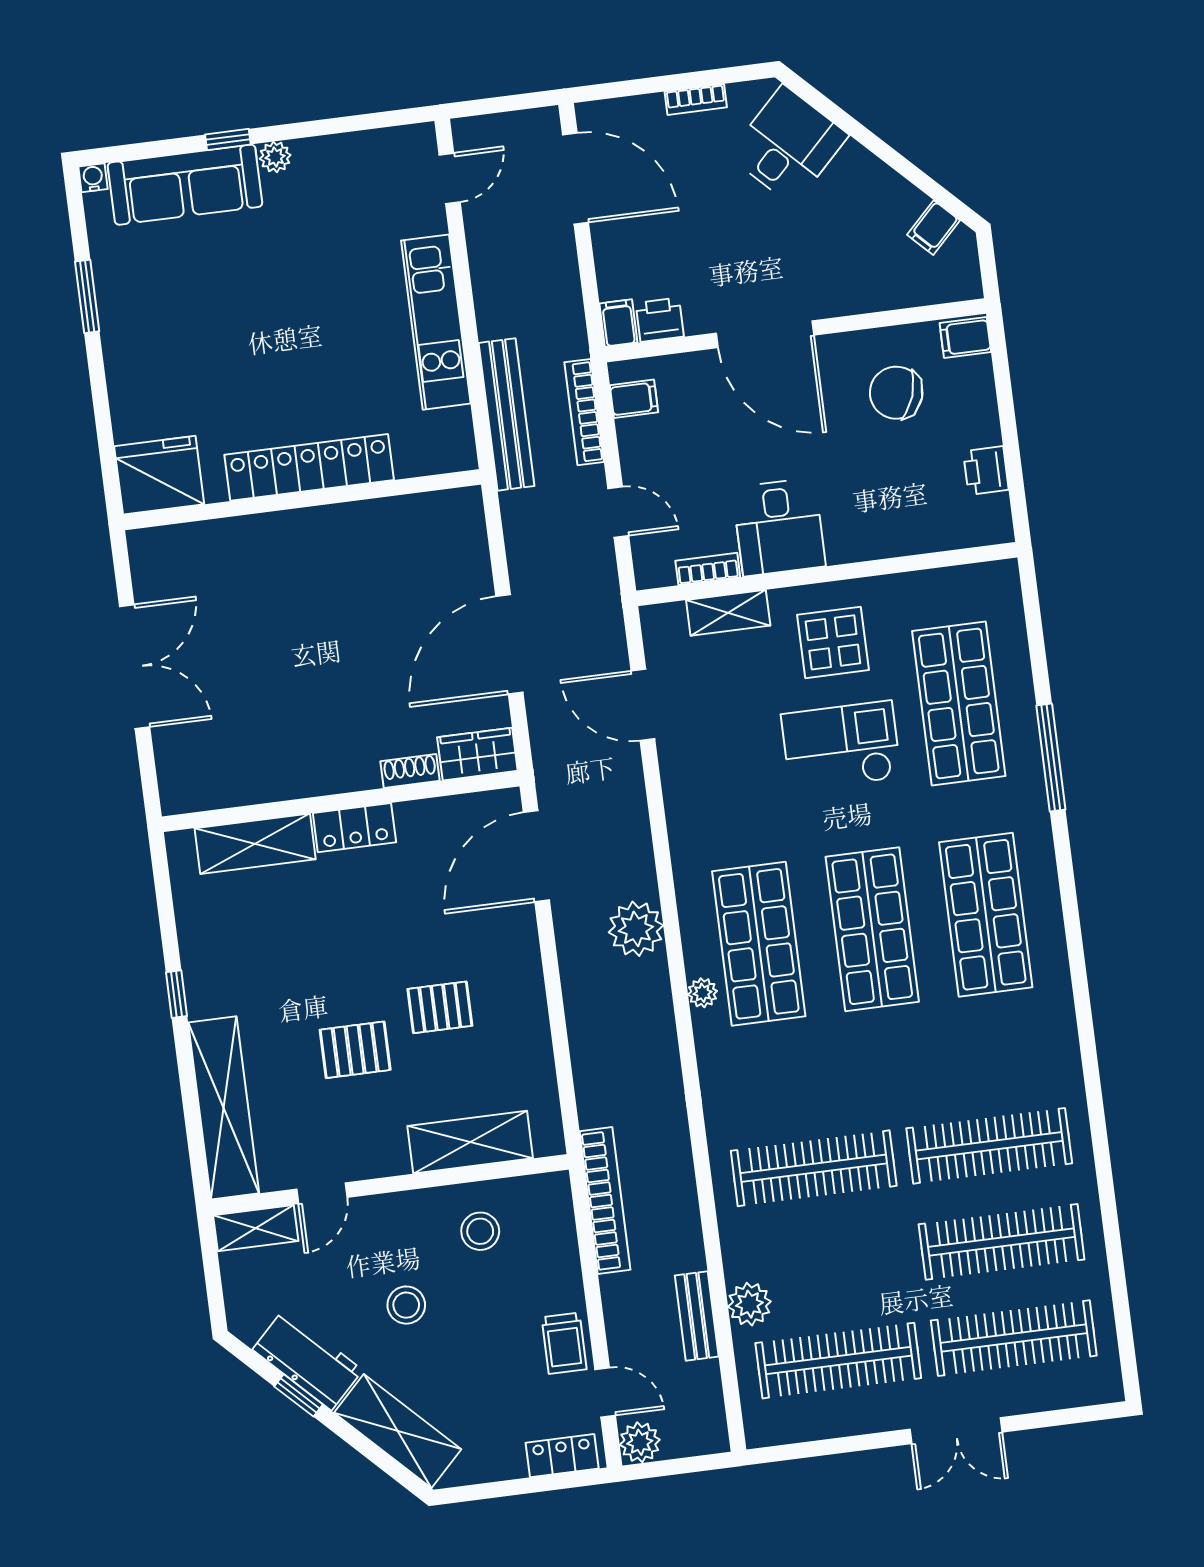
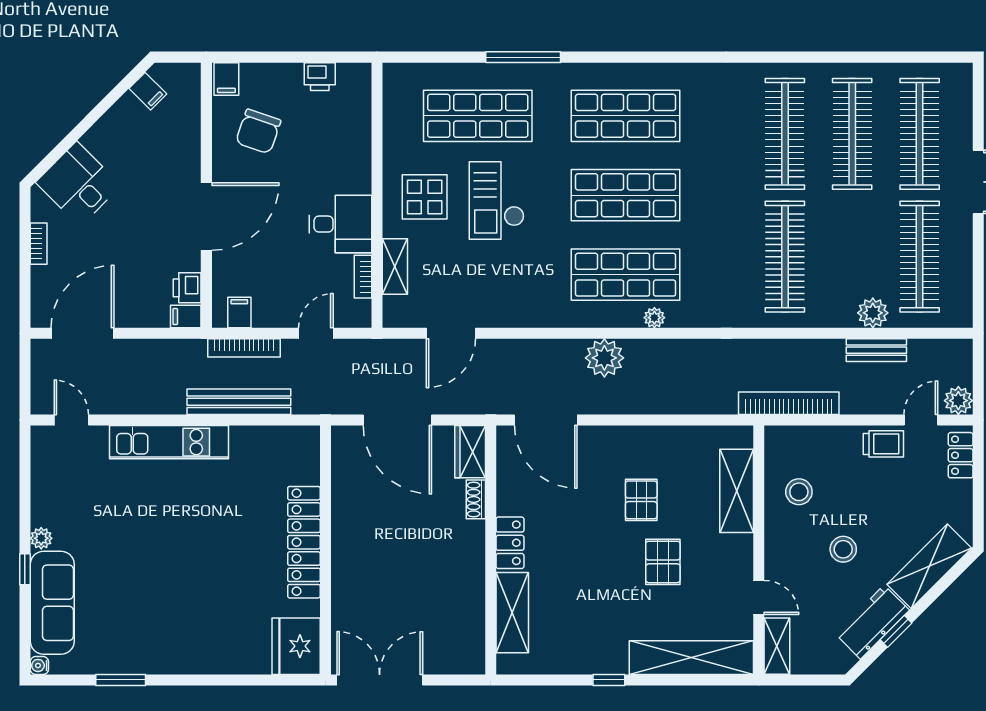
locker: (309, 467) -> (304, 542), moved
fridge: (159, 475) -> (296, 646), moved
wall: (302, 500) -> (326, 550), moved

